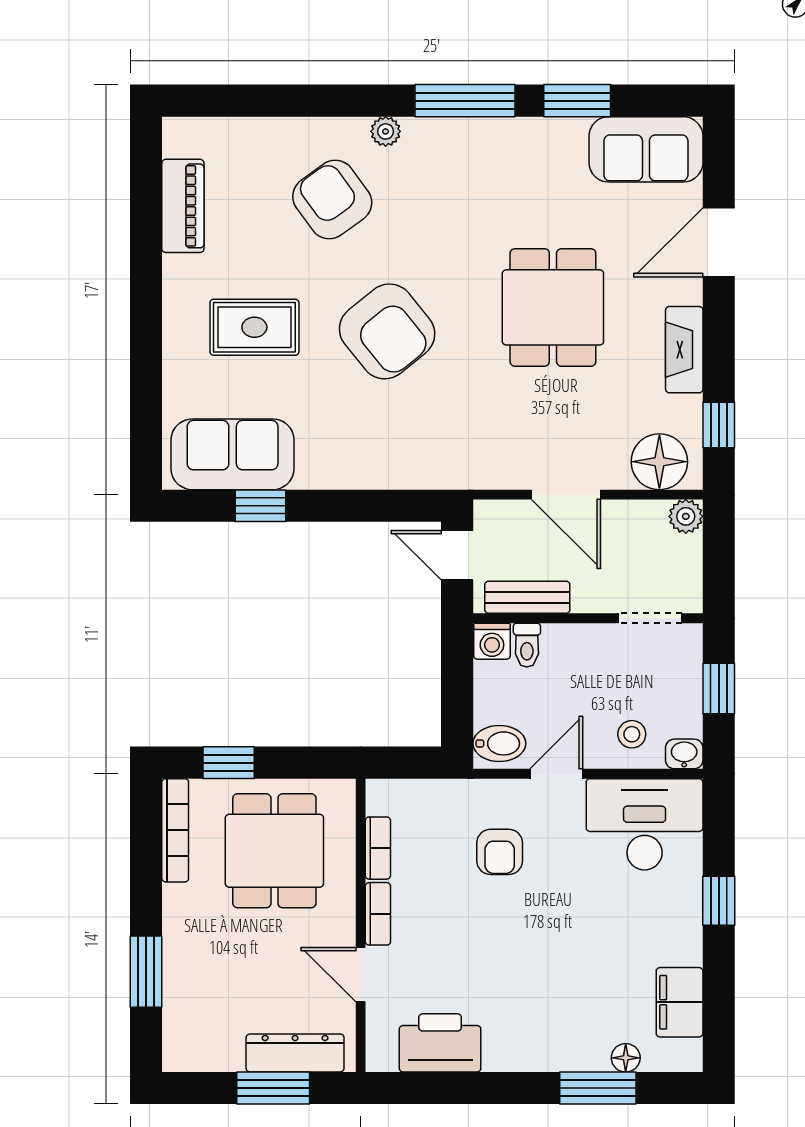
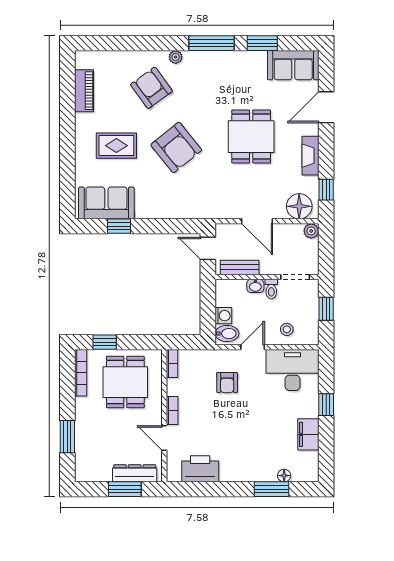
washing machine: (492, 641) -> (223, 316), moved, turned -90
toilet: (527, 645) -> (271, 289), moved
washbasin: (684, 754) -> (255, 286), moved, turned 180
bookcase: (378, 848) -> (172, 363), moved
filing cabinet: (680, 1002) -> (308, 434), moved

